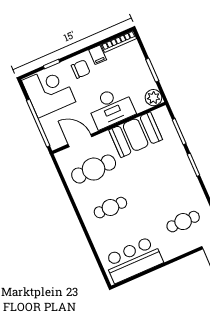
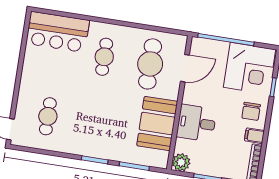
desk: (111, 107) -> (196, 123), width x0.73
bar counter: (133, 260) -> (58, 32), moved, turned 90

